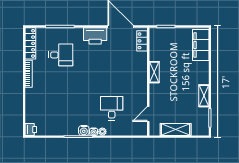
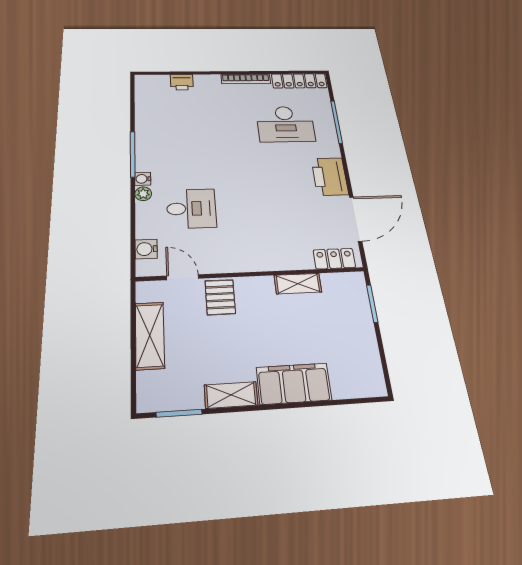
filing cabinet: (201, 45) -> (294, 384), moved
desk: (61, 55) -> (285, 124), width x1.37
shelving: (154, 72) -> (298, 284), moved
pallet: (159, 97) -> (220, 297), added
printer: (31, 129) -> (182, 82), moved
water cooler: (84, 131) -> (146, 249), moved

